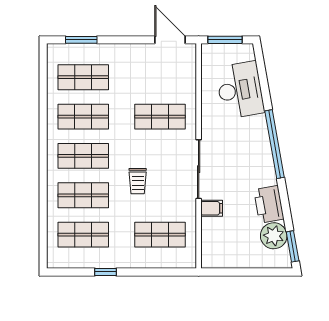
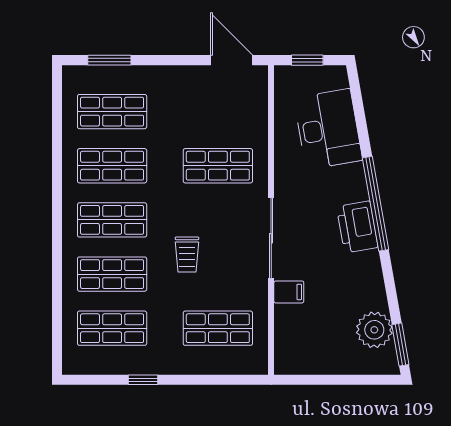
window: (225, 40) -> (307, 60), width x0.67
printer: (269, 204) -> (357, 227), moved

